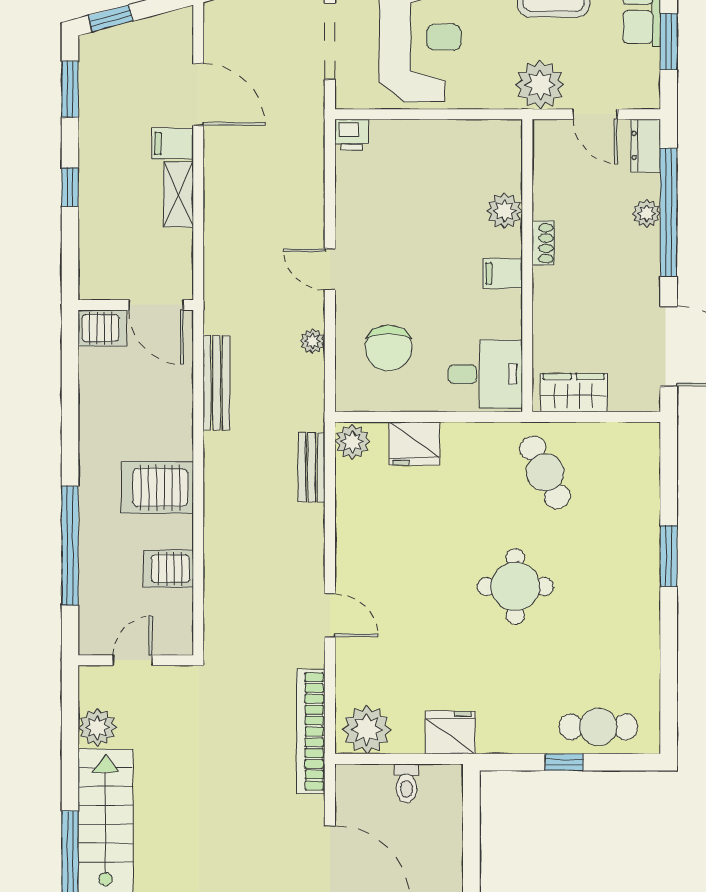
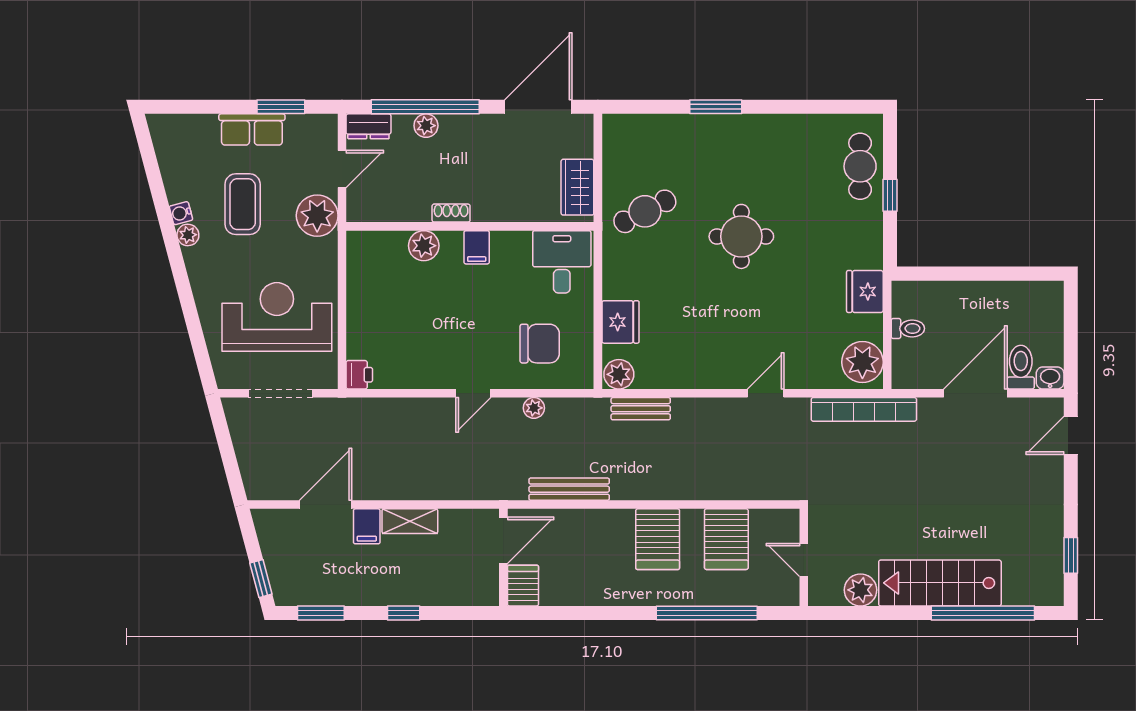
server rack: (168, 569) -> (726, 539), width x1.36, depth x1.44

